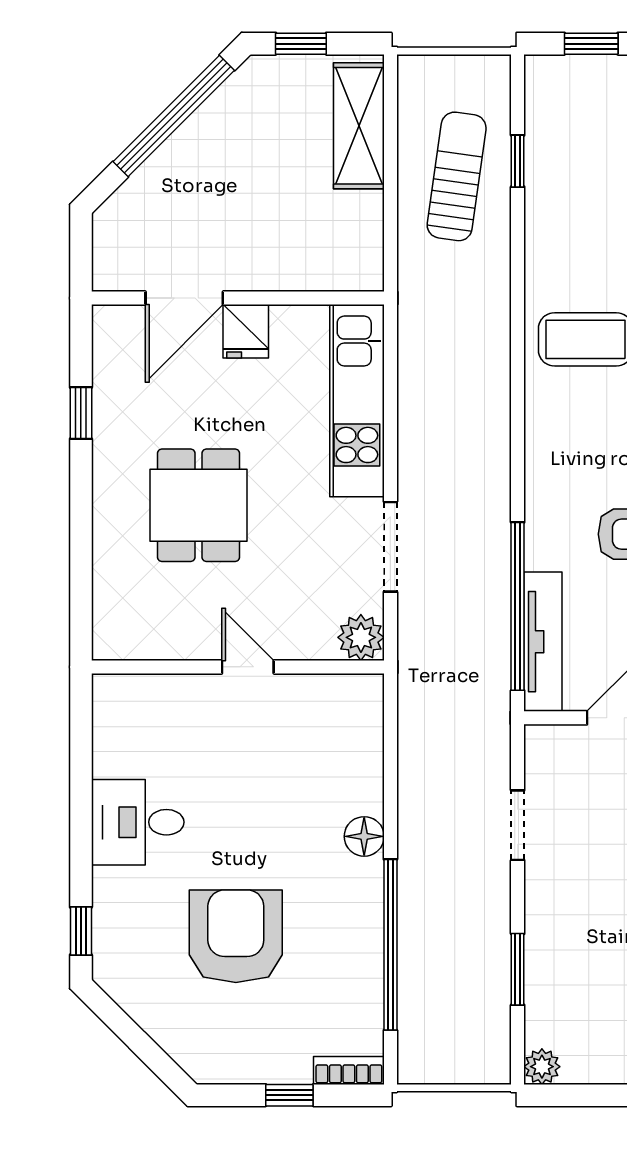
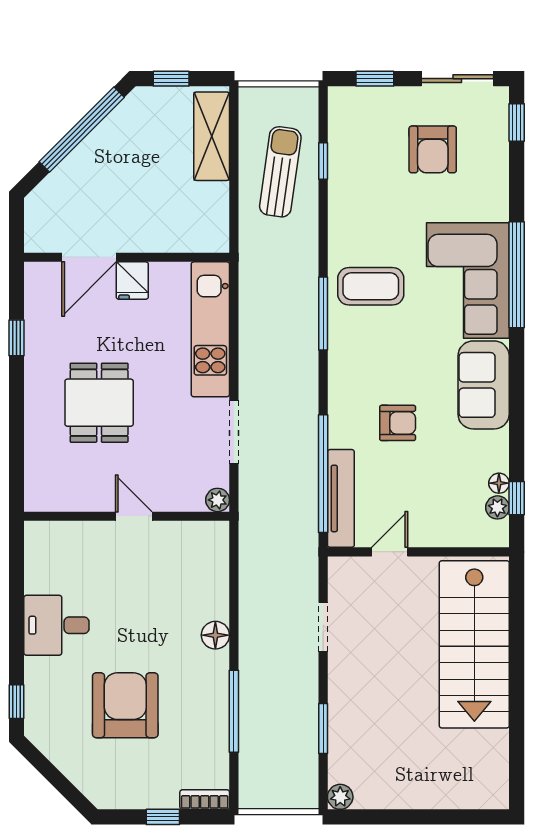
window: (518, 378) -> (323, 314), added
plant: (361, 637) -> (218, 500), width x0.73, depth x0.73
window: (390, 945) -> (234, 711), width x0.68

